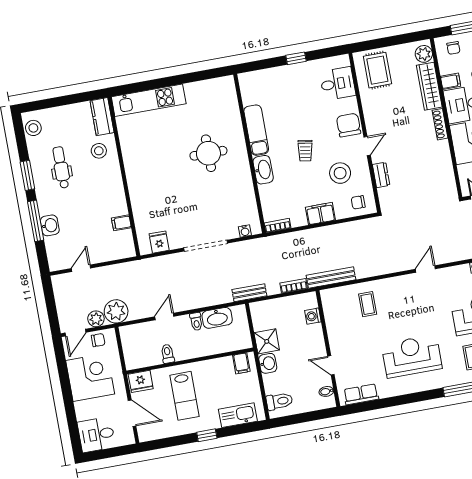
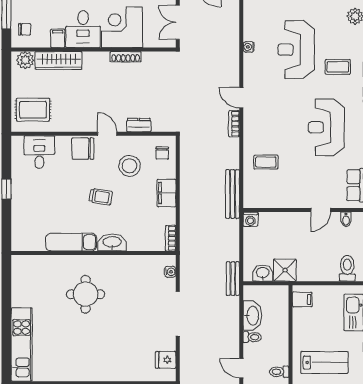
shoe rack: (440, 124) -> (126, 57), moved
bookcase: (294, 286) -> (234, 124), moved
washing machine: (313, 316) -> (250, 219), moved
washbasin: (268, 363) -> (263, 273), moved

